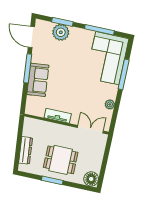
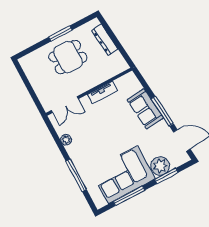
corner sofa: (107, 58) -> (123, 175), moved, turned -90
floor lamp: (91, 179) -> (28, 63), removed

